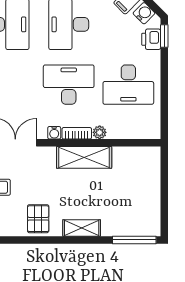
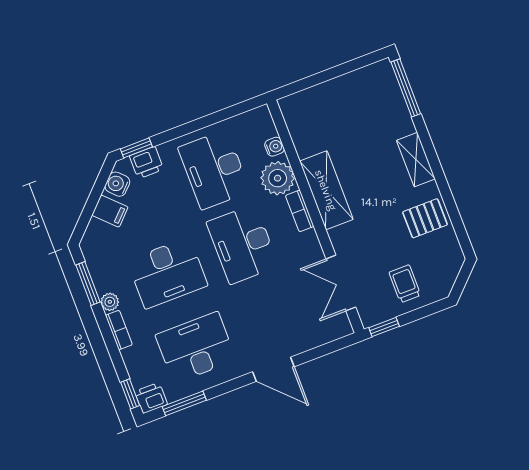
desk: (128, 85) -> (214, 170), turned 180
plant: (100, 132) -> (278, 178), width x1.88, depth x1.88
water cooler: (54, 133) -> (274, 147), moved

